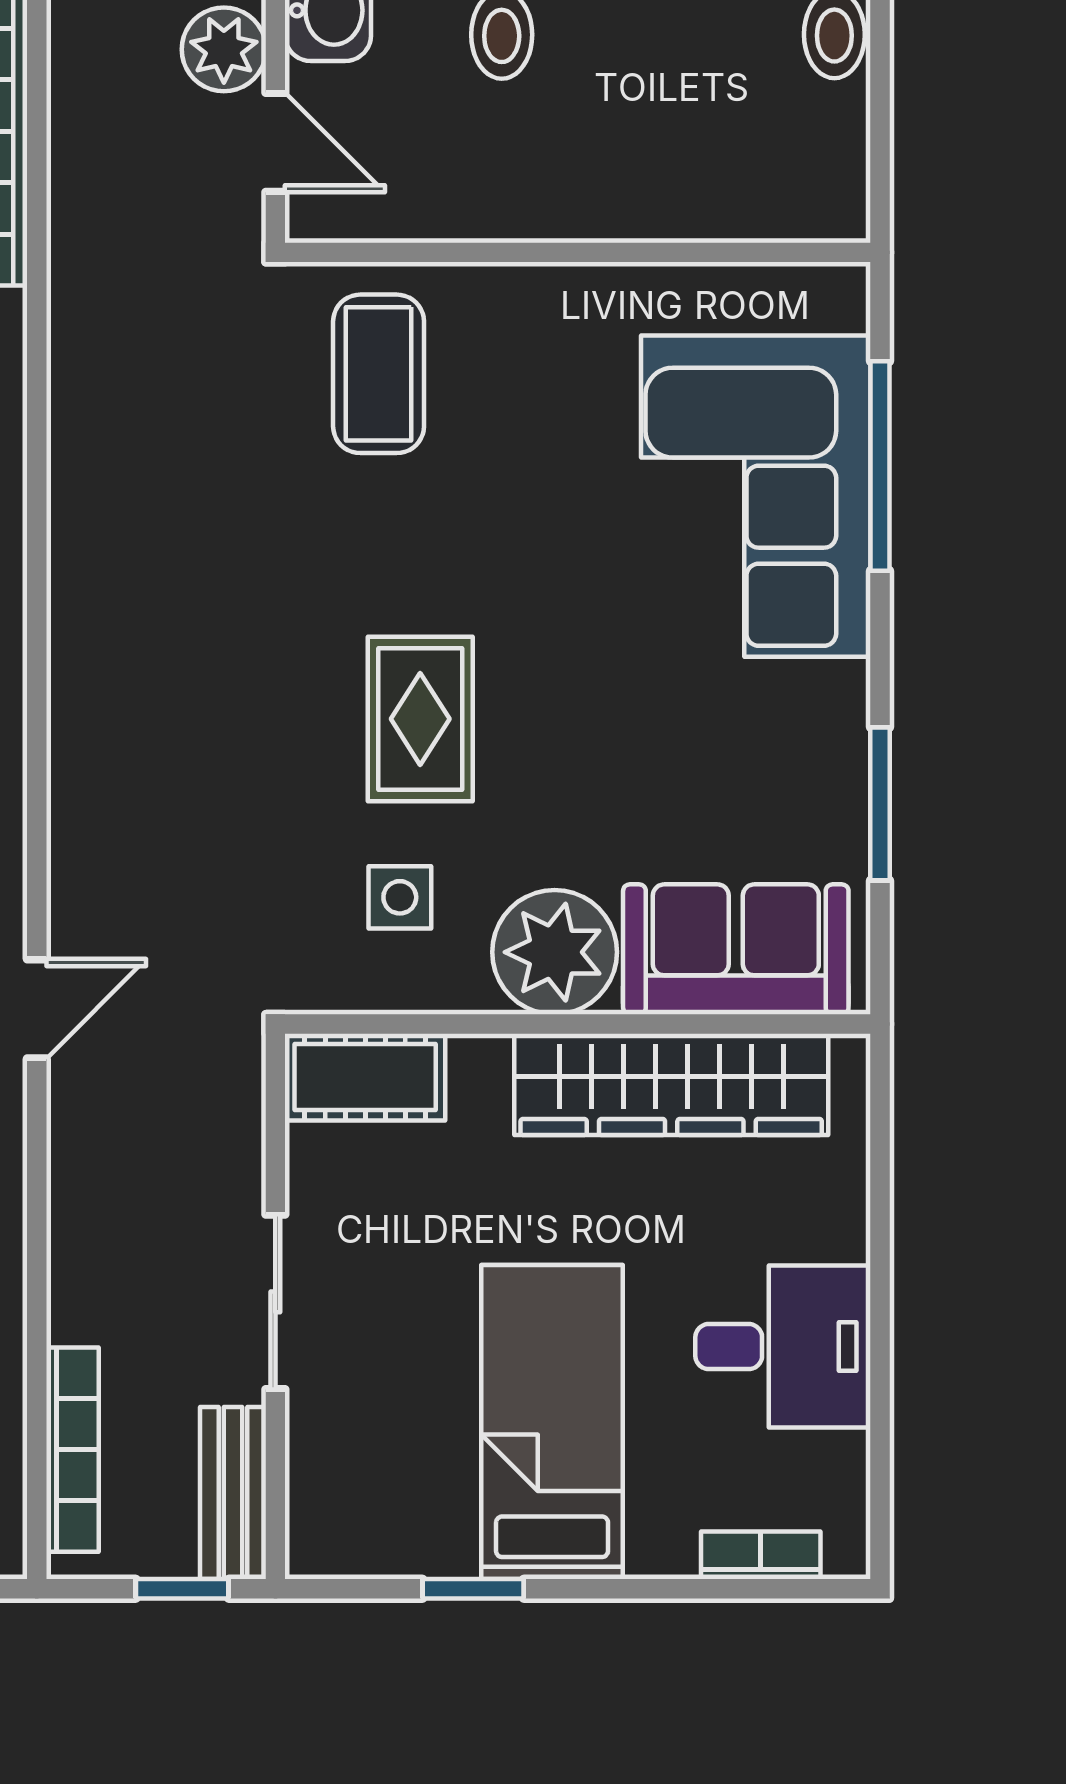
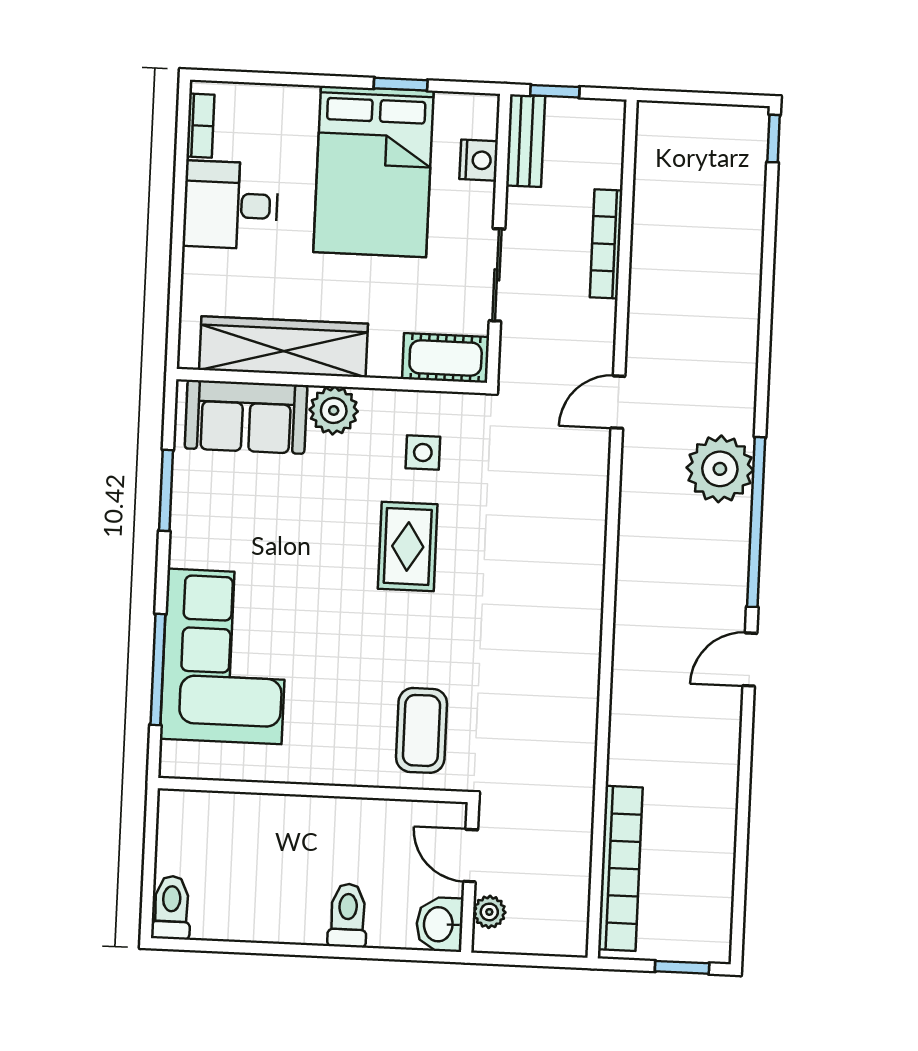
plant: (224, 49) -> (489, 912), width x0.73, depth x0.73
plant: (555, 952) -> (334, 410), width x0.73, depth x0.73
sliding door: (275, 1302) -> (497, 275), moved
bed: (552, 1422) -> (374, 171), width x1.50
bookcase: (72, 1450) -> (606, 244), moved
nightstand: (320, 1452) -> (479, 160), added
bookcase: (761, 1555) -> (200, 126), moved, turned -90

